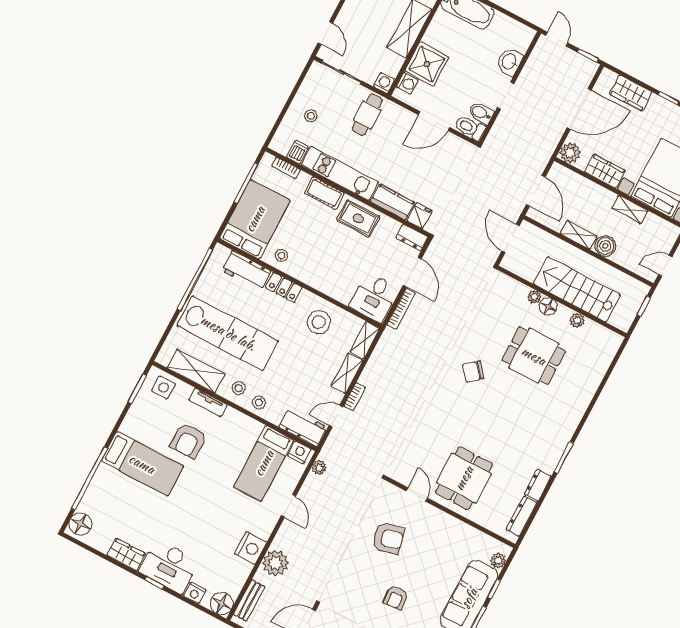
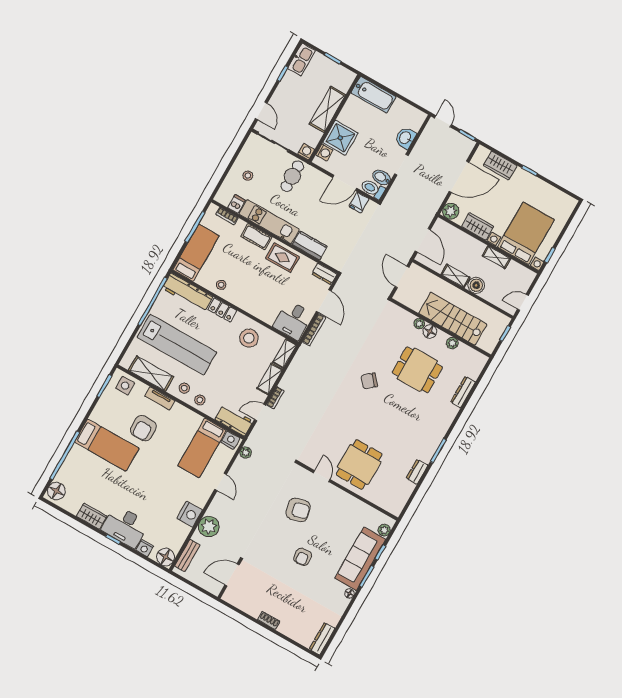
fridge: (419, 216) -> (359, 203), moved, turned 180
bed: (255, 219) -> (196, 253), width x0.67
workbench: (246, 271) -> (187, 293), width x1.38
dresser: (522, 516) -> (463, 392), moved

